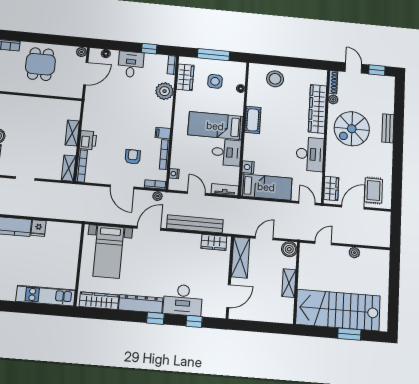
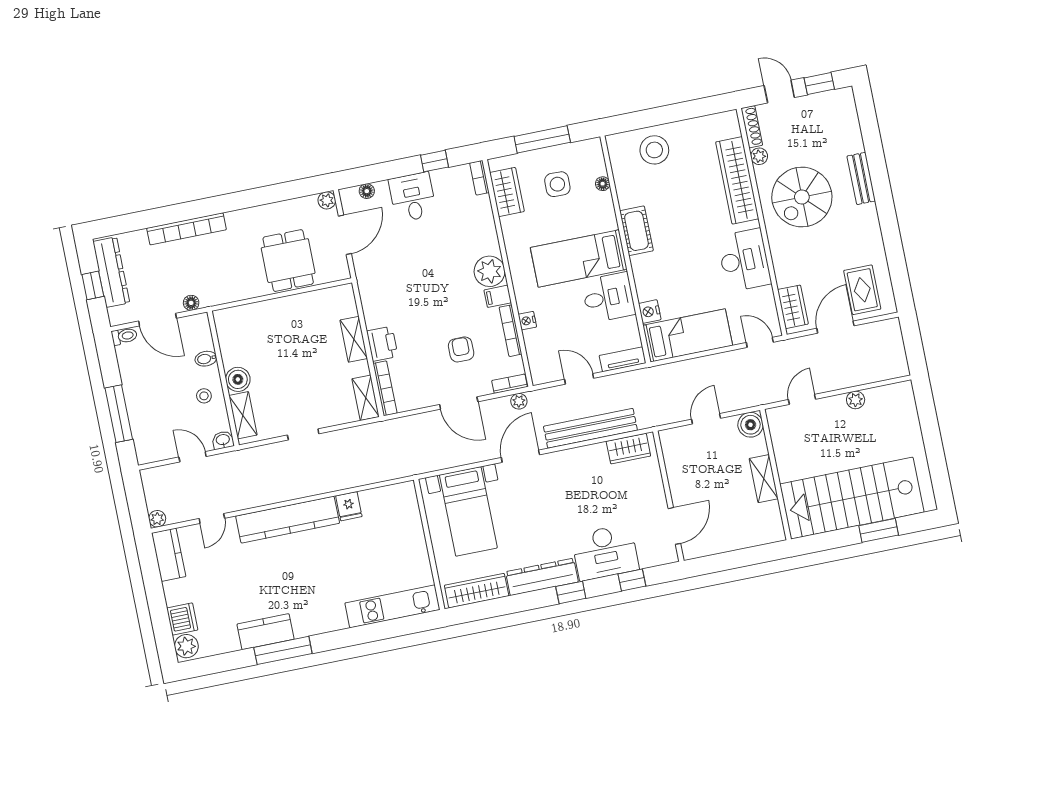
dining table: (40, 64) -> (288, 261), moved
plant: (165, 91) -> (490, 271), moved
nightstand: (174, 174) -> (527, 321), moved
shelving: (240, 257) -> (677, 460), removed

